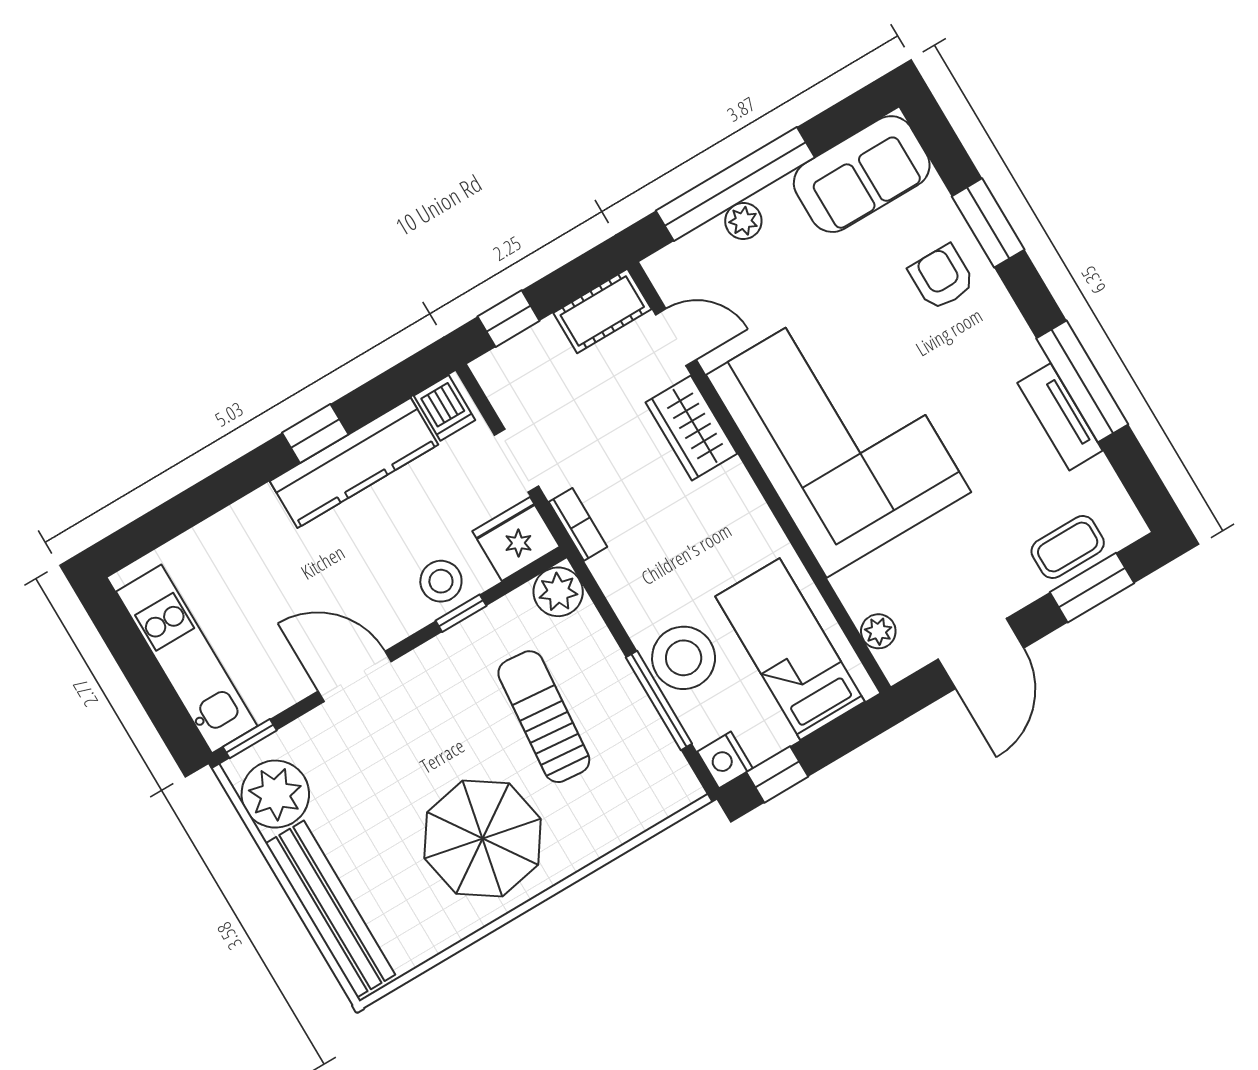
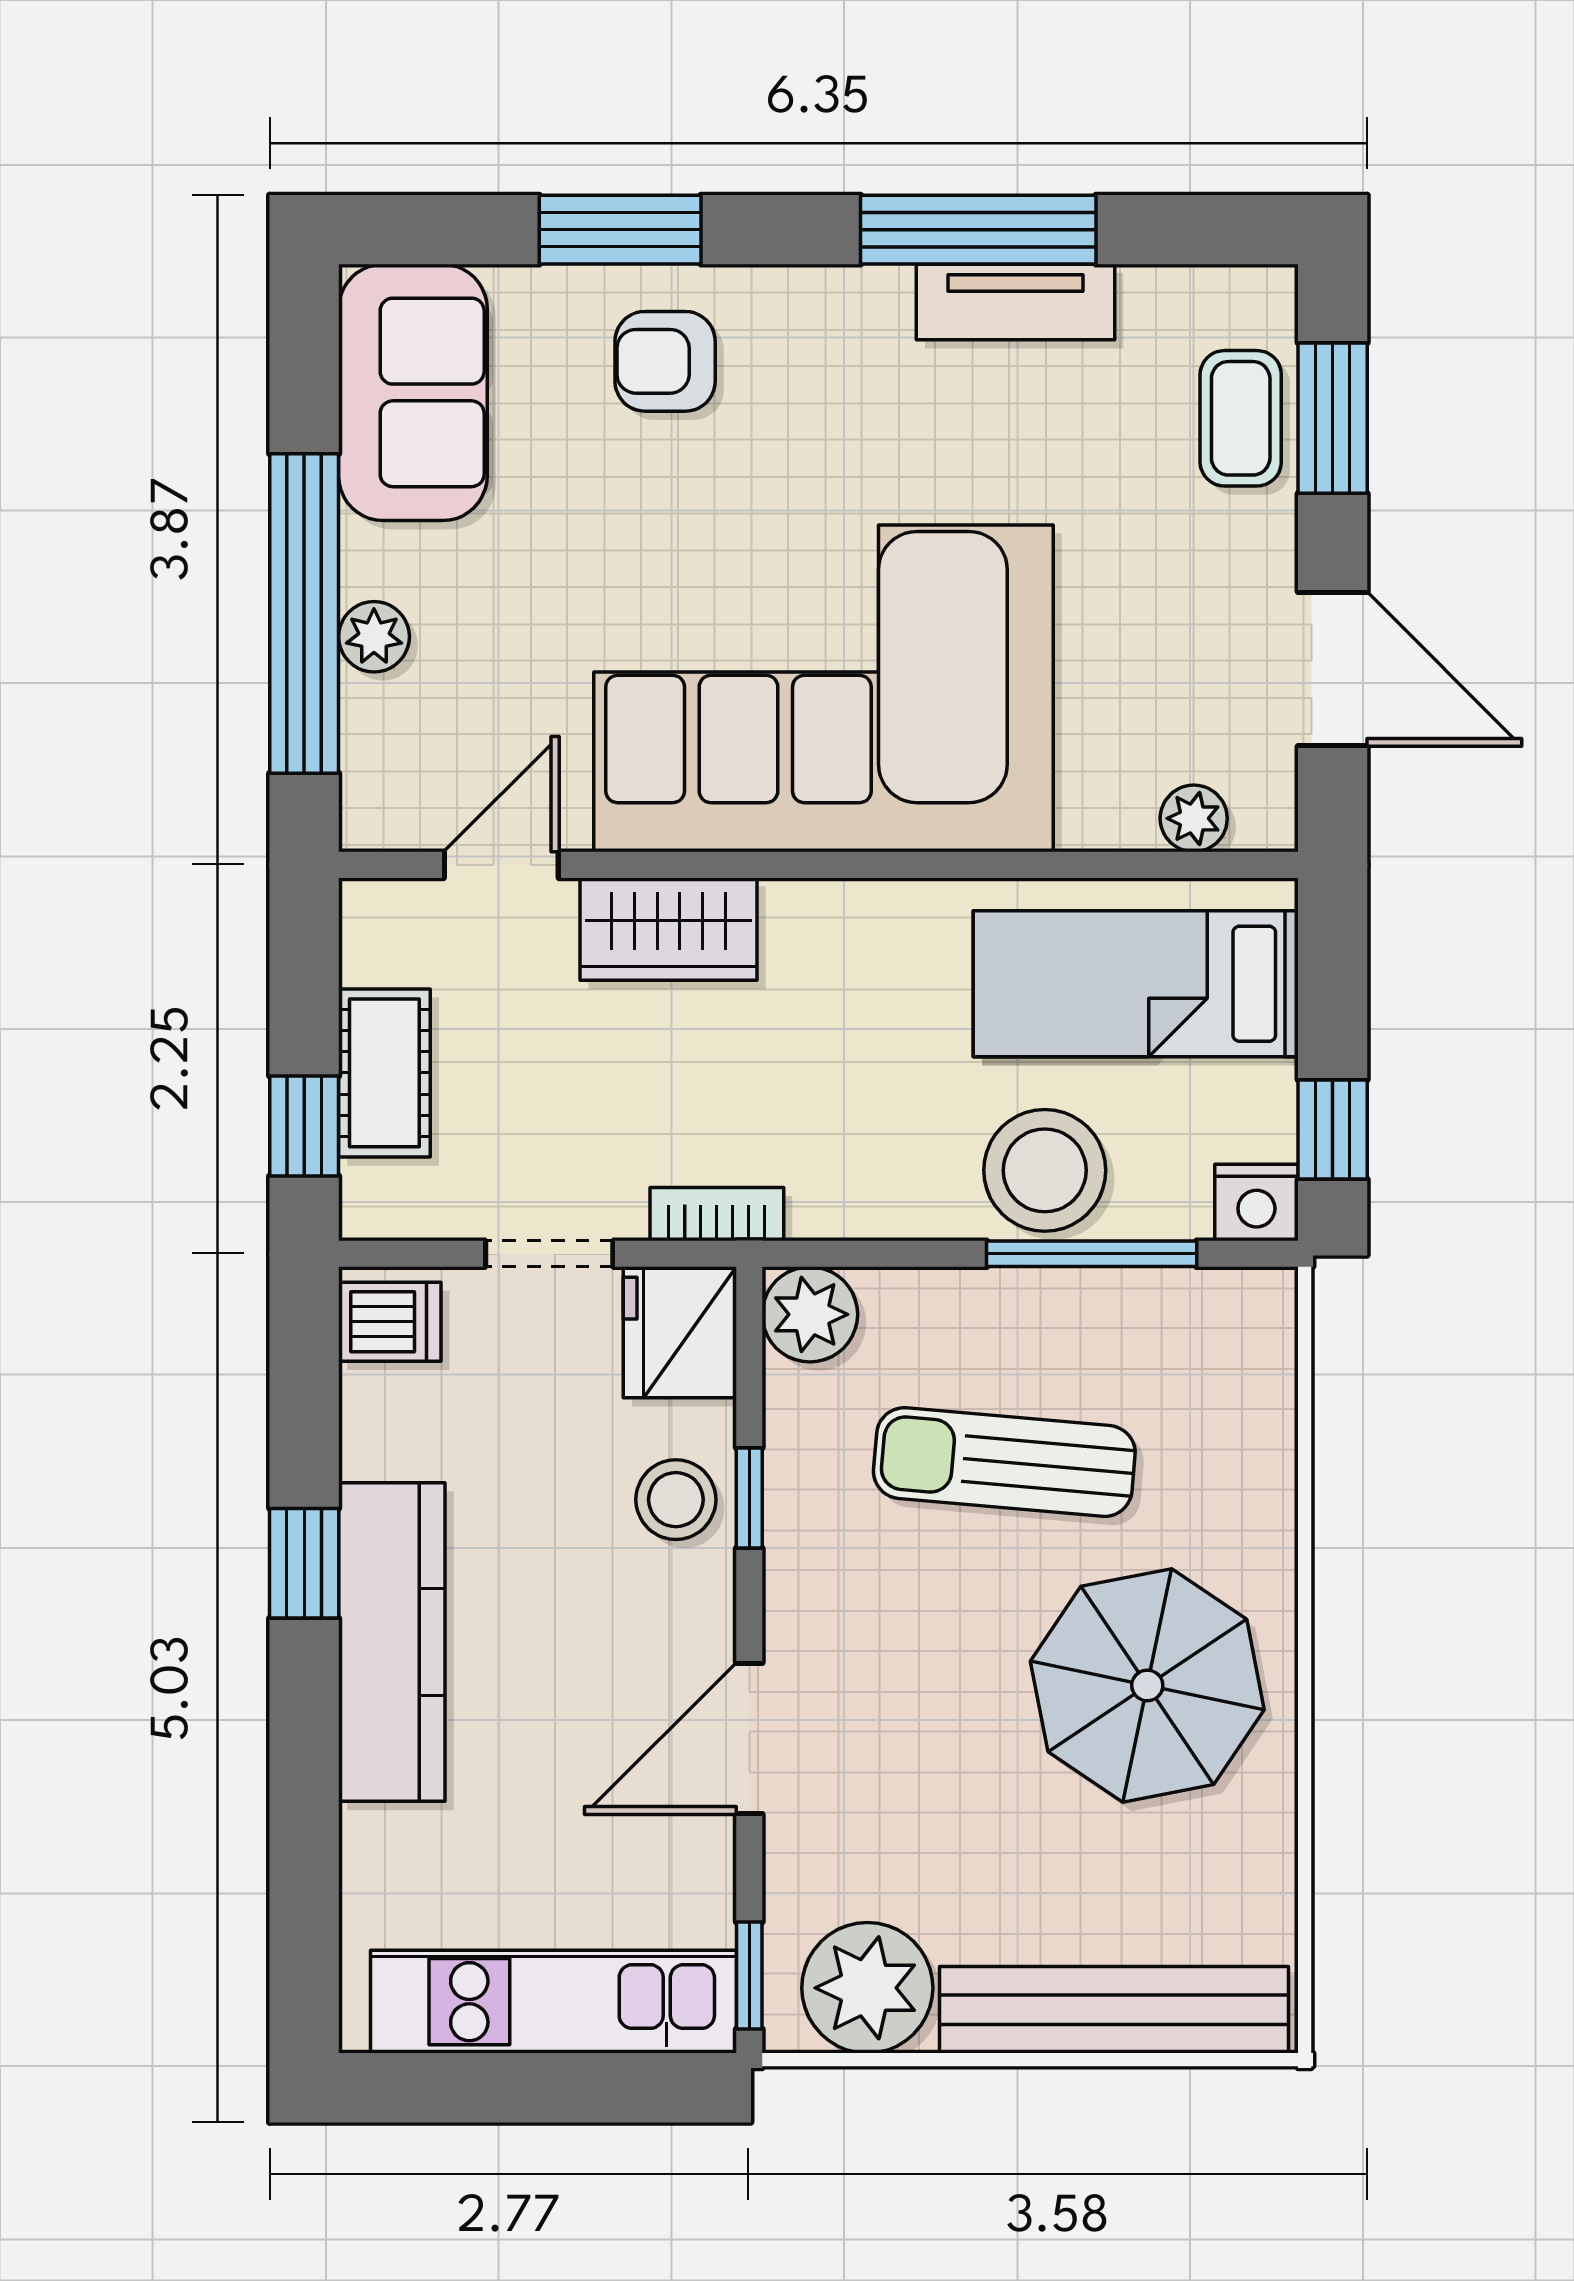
cot: (602, 311) -> (384, 1073), moved
kitchen counter: (354, 463) -> (392, 1642), moved

